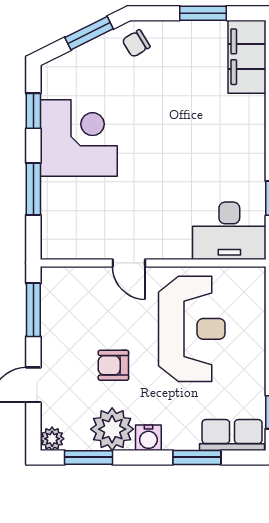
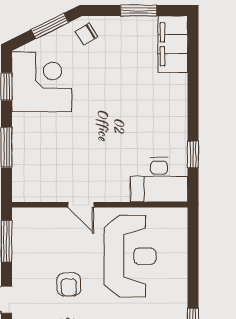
corner desk: (79, 138) -> (42, 82), moved
armchair: (113, 365) -> (69, 284), turned -90

